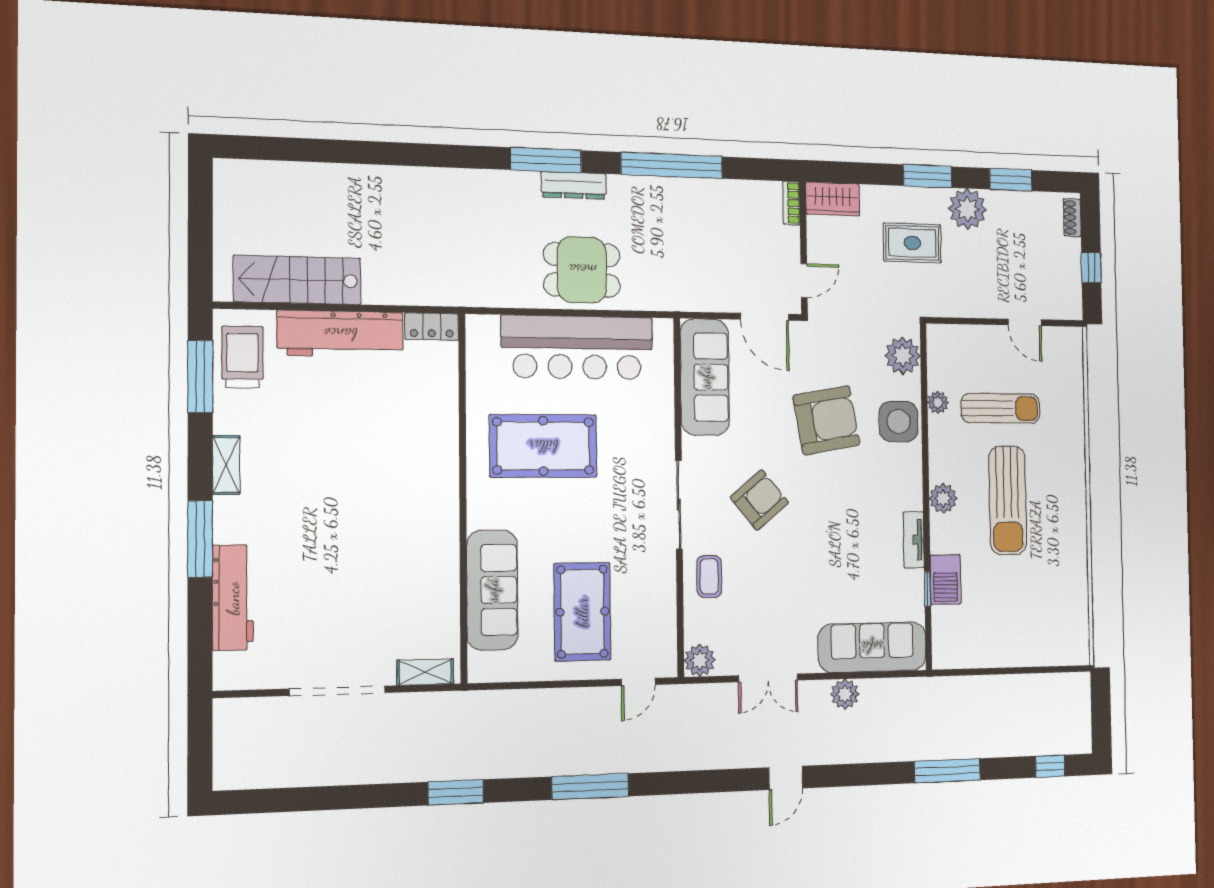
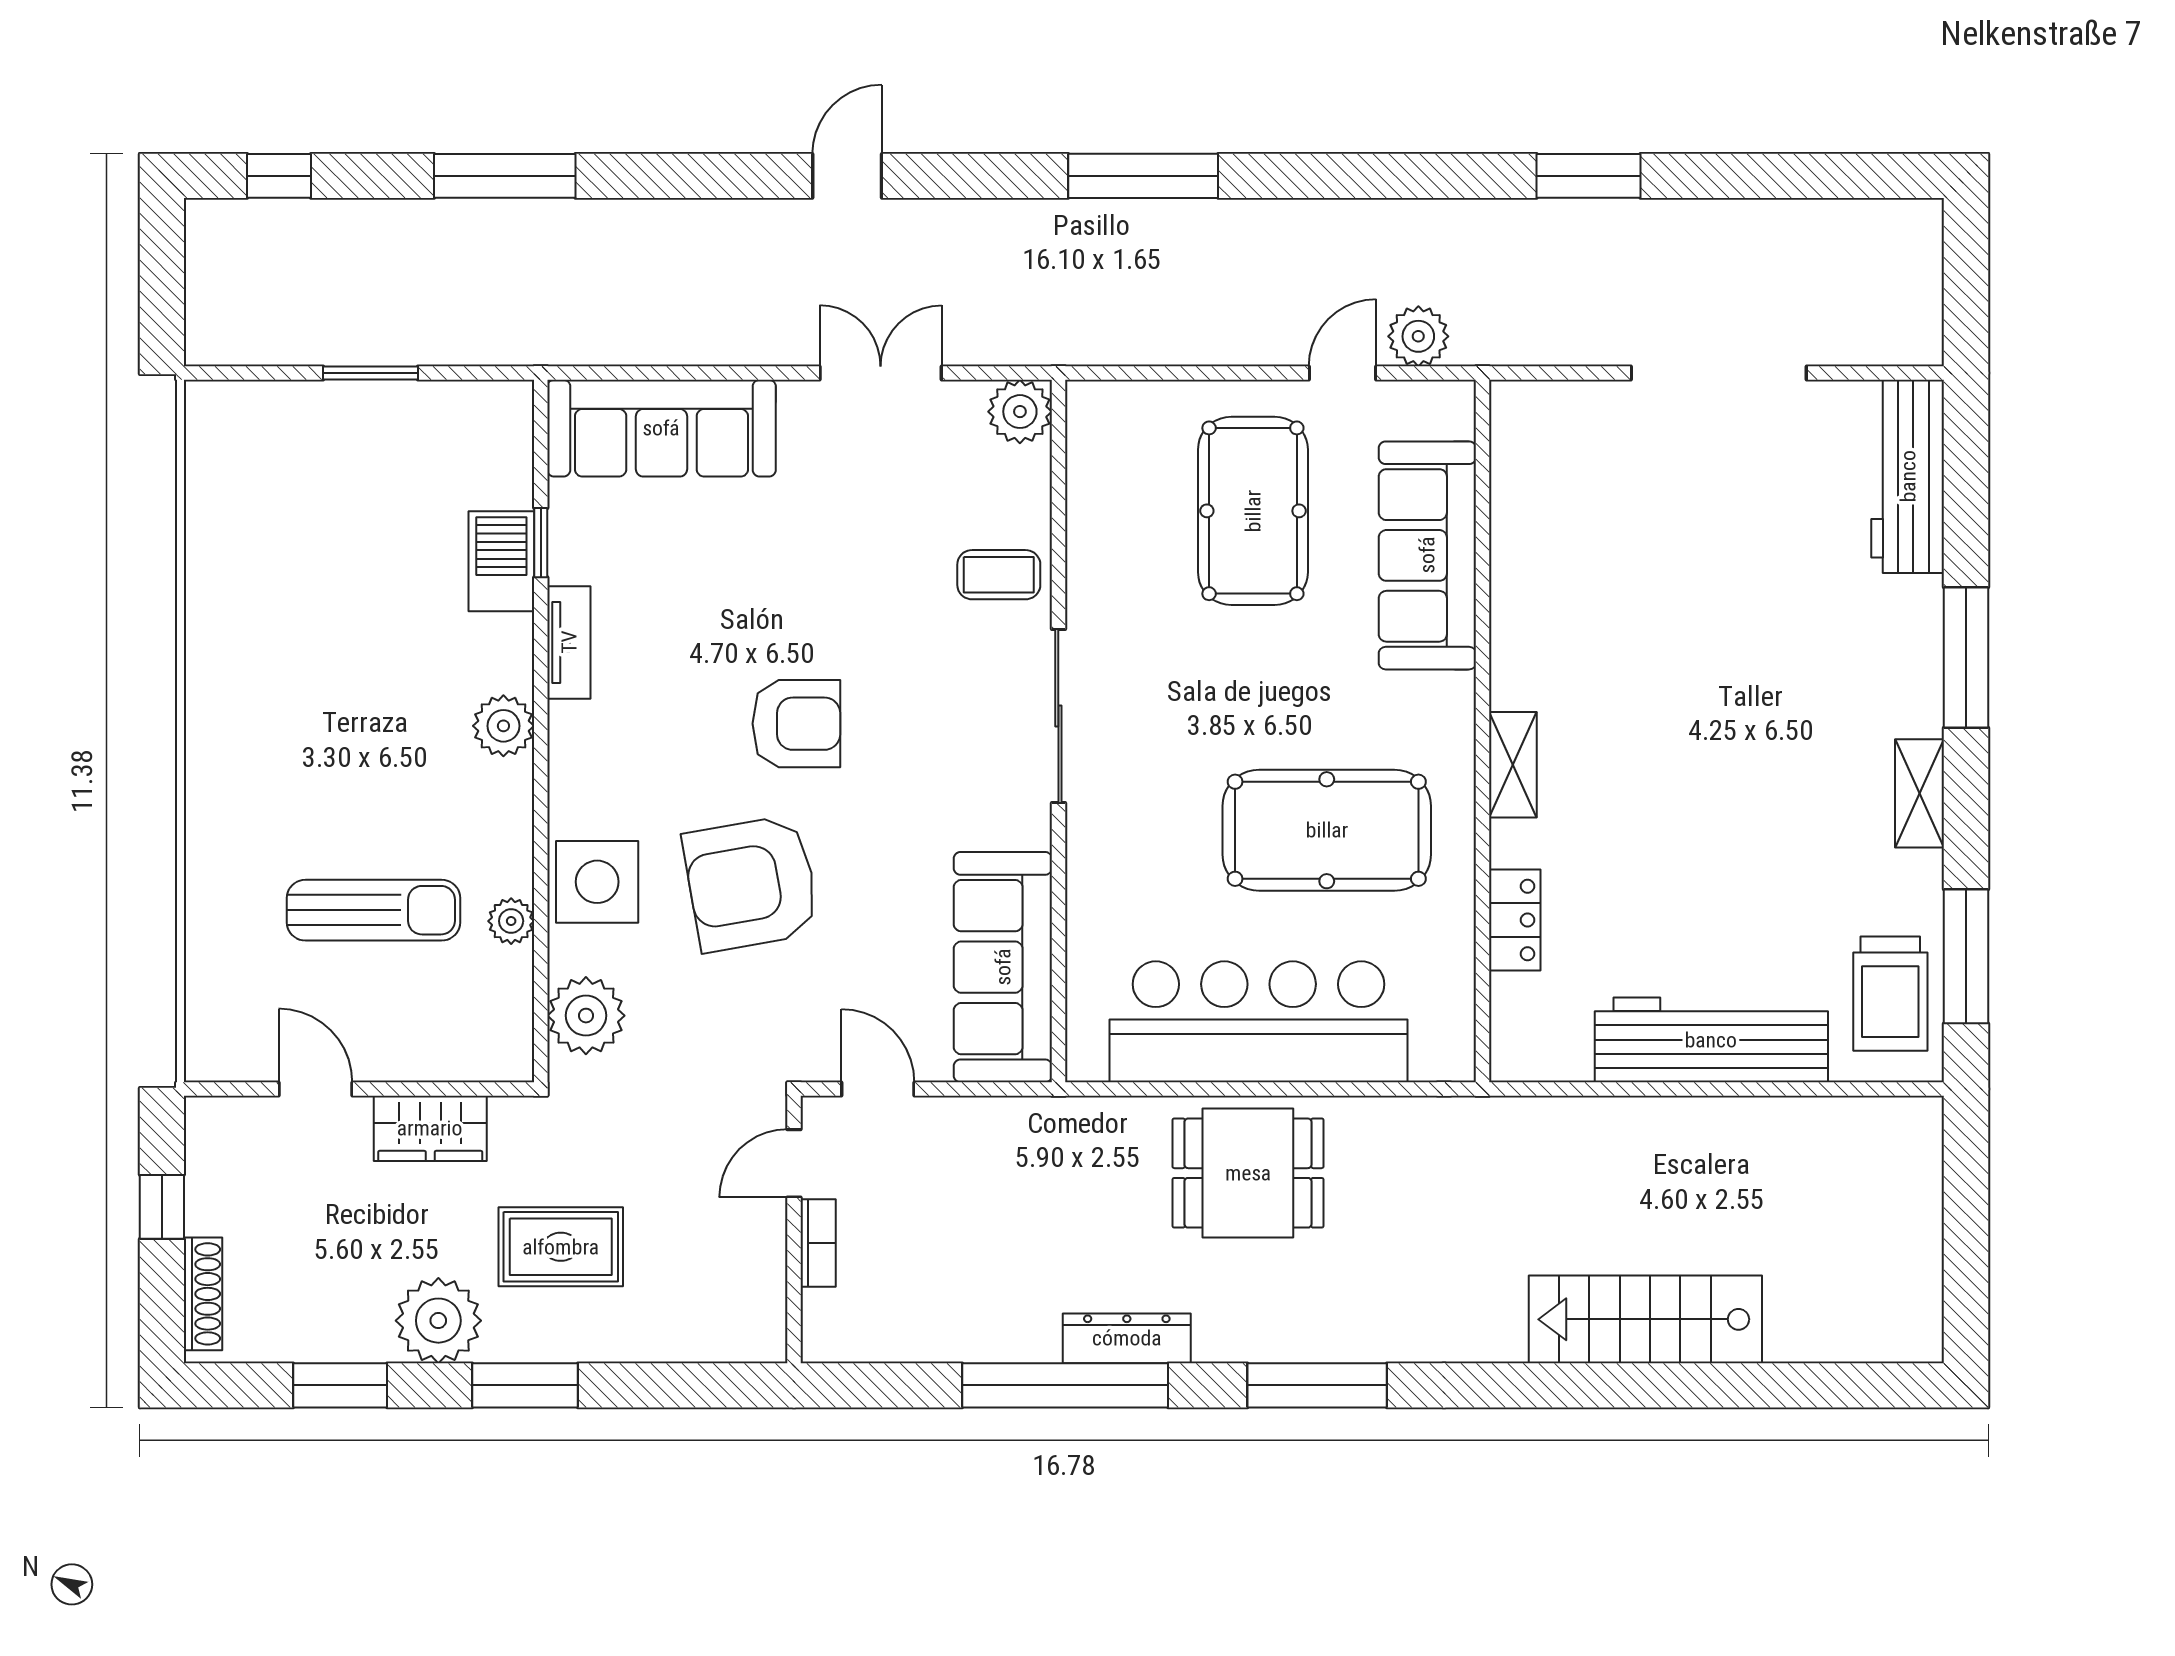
dresser: (574, 185) -> (1127, 1338), moved
wardrobe: (833, 199) -> (430, 1128), moved, turned 180
bookcase: (791, 203) -> (818, 1243), moved
shoe rack: (1072, 218) -> (203, 1294), width x1.43
stairs: (297, 280) -> (1645, 1319), moved, turned 180
door: (765, 317) -> (878, 1089), width x0.73
locker: (432, 327) -> (1515, 920), moved, turned 90
sun lounger: (1000, 408) -> (373, 910), turned 180
armchair: (759, 500) -> (796, 724), moved, turned -140
sun lounger: (1008, 500) -> (361, 721), removed
coffee table: (709, 576) -> (999, 575), turned 90
workbench: (233, 598) -> (1908, 476), moved
window: (1007, 671) -> (371, 373), added
shelving: (425, 672) -> (1513, 765), moved, turned 90
door: (638, 682) -> (1342, 373), moved
plant: (845, 694) -> (1418, 336), moved
window: (590, 787) -> (1143, 176), moved
window: (456, 792) -> (1589, 176), moved

